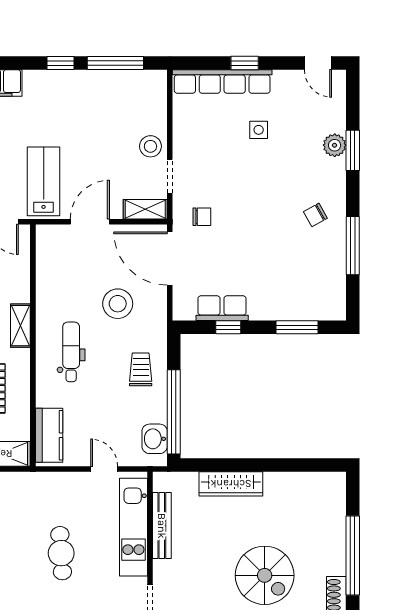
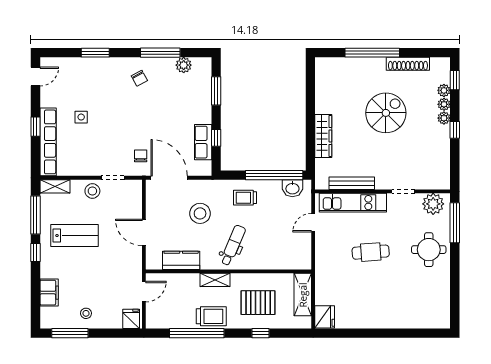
plant: (335, 145) -> (184, 65), moved
lab bench: (44, 181) -> (74, 236), moved, turned 180
shelving: (145, 209) -> (55, 186), moved, turned 90
door: (170, 259) -> (169, 178), swing flipped
dental chair: (71, 352) -> (233, 245), turned 113
kitchen counter: (49, 435) -> (181, 260), moved

